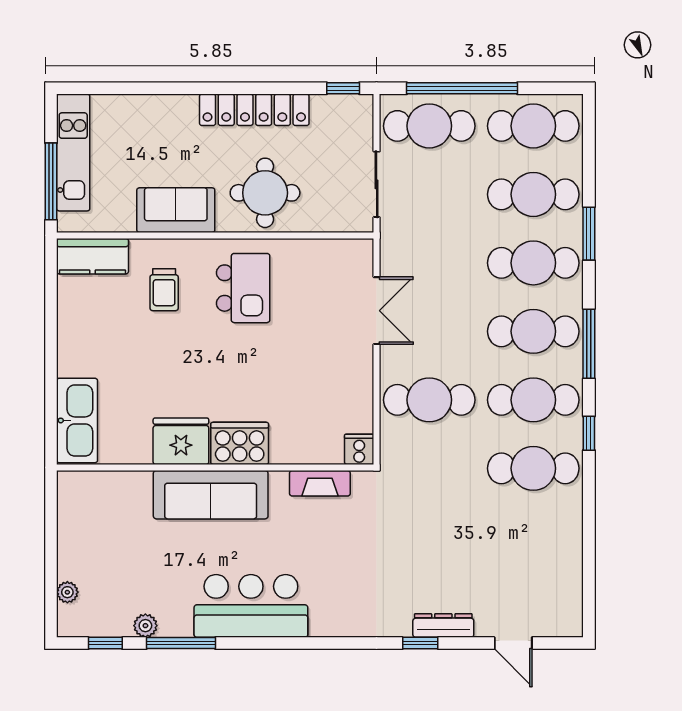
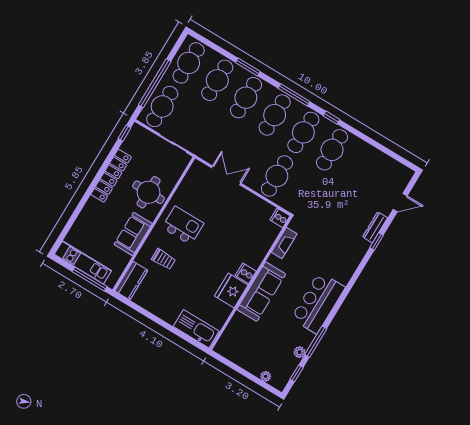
cooker: (240, 443) -> (246, 273), width x0.53, depth x0.76

